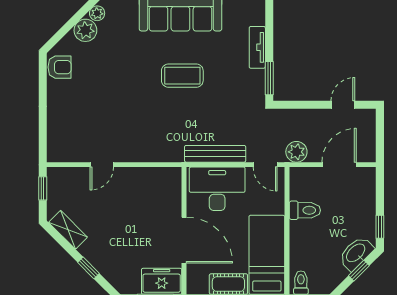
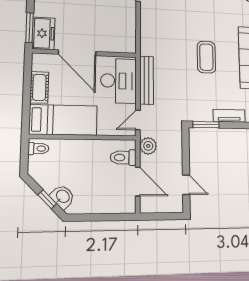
toilet: (305, 210) -> (123, 158), moved, turned 90
window: (380, 227) -> (85, 217), removed
door: (184, 240) -> (77, 53), hinge flipped
washbasin: (356, 253) -> (62, 197), width x0.72

